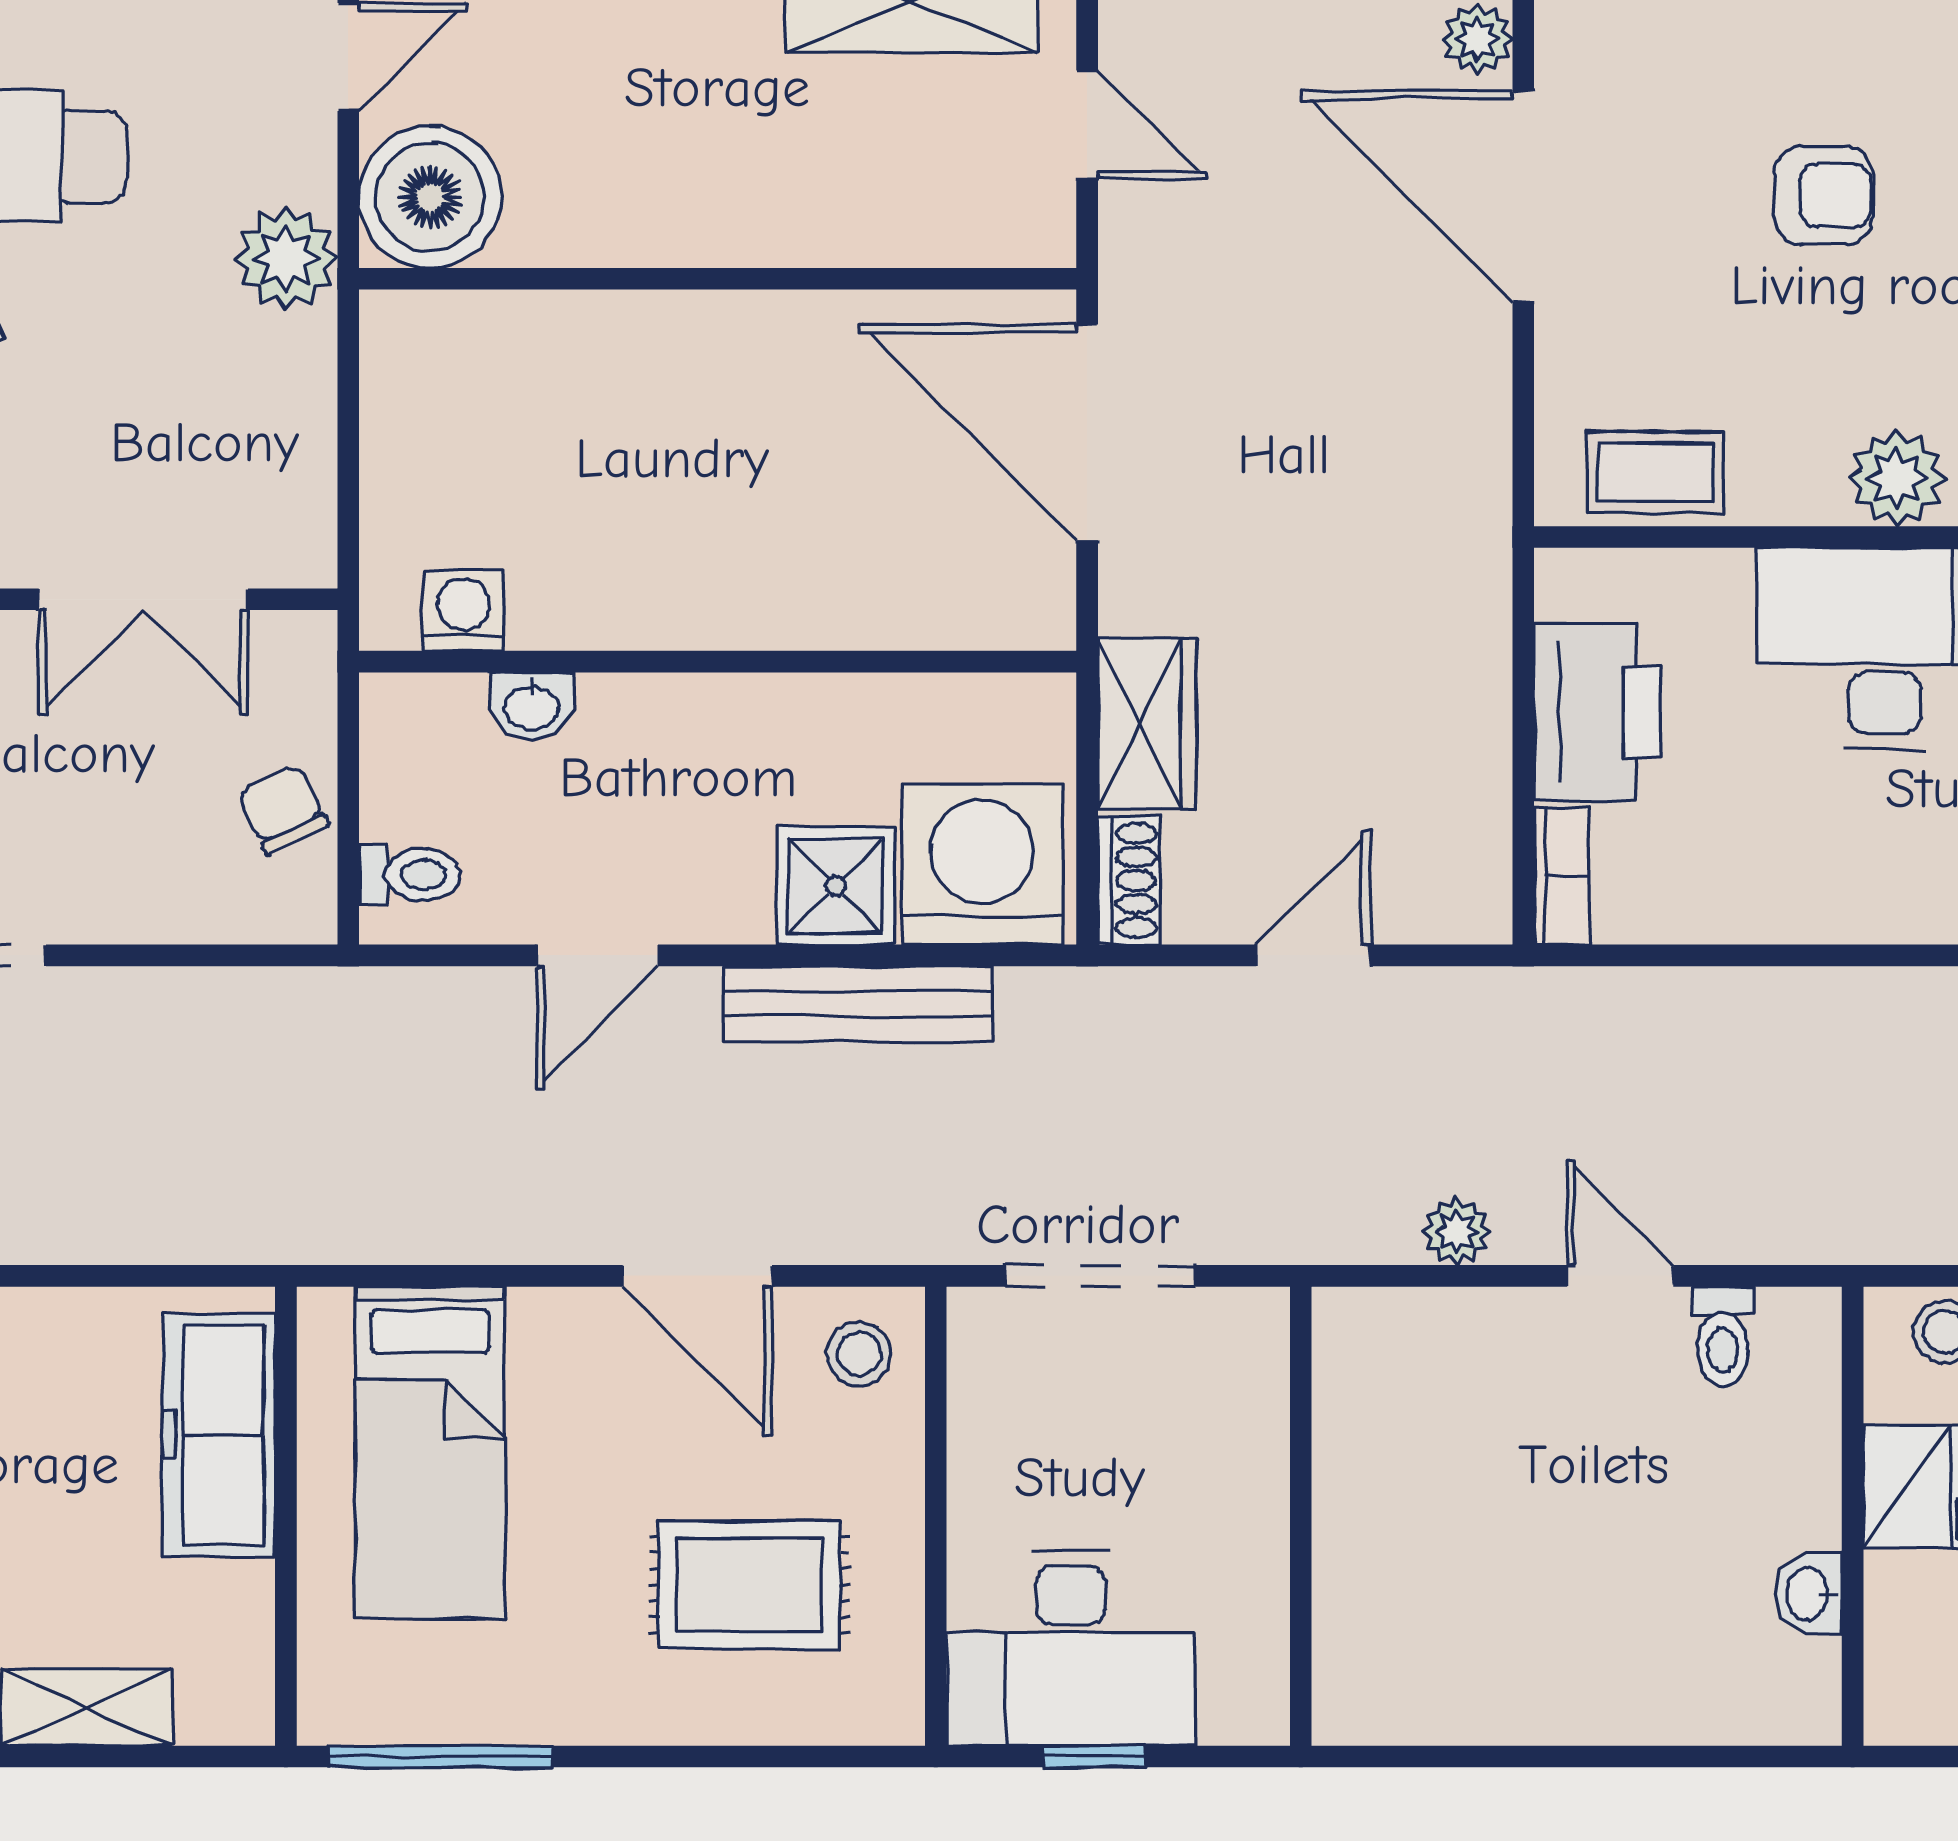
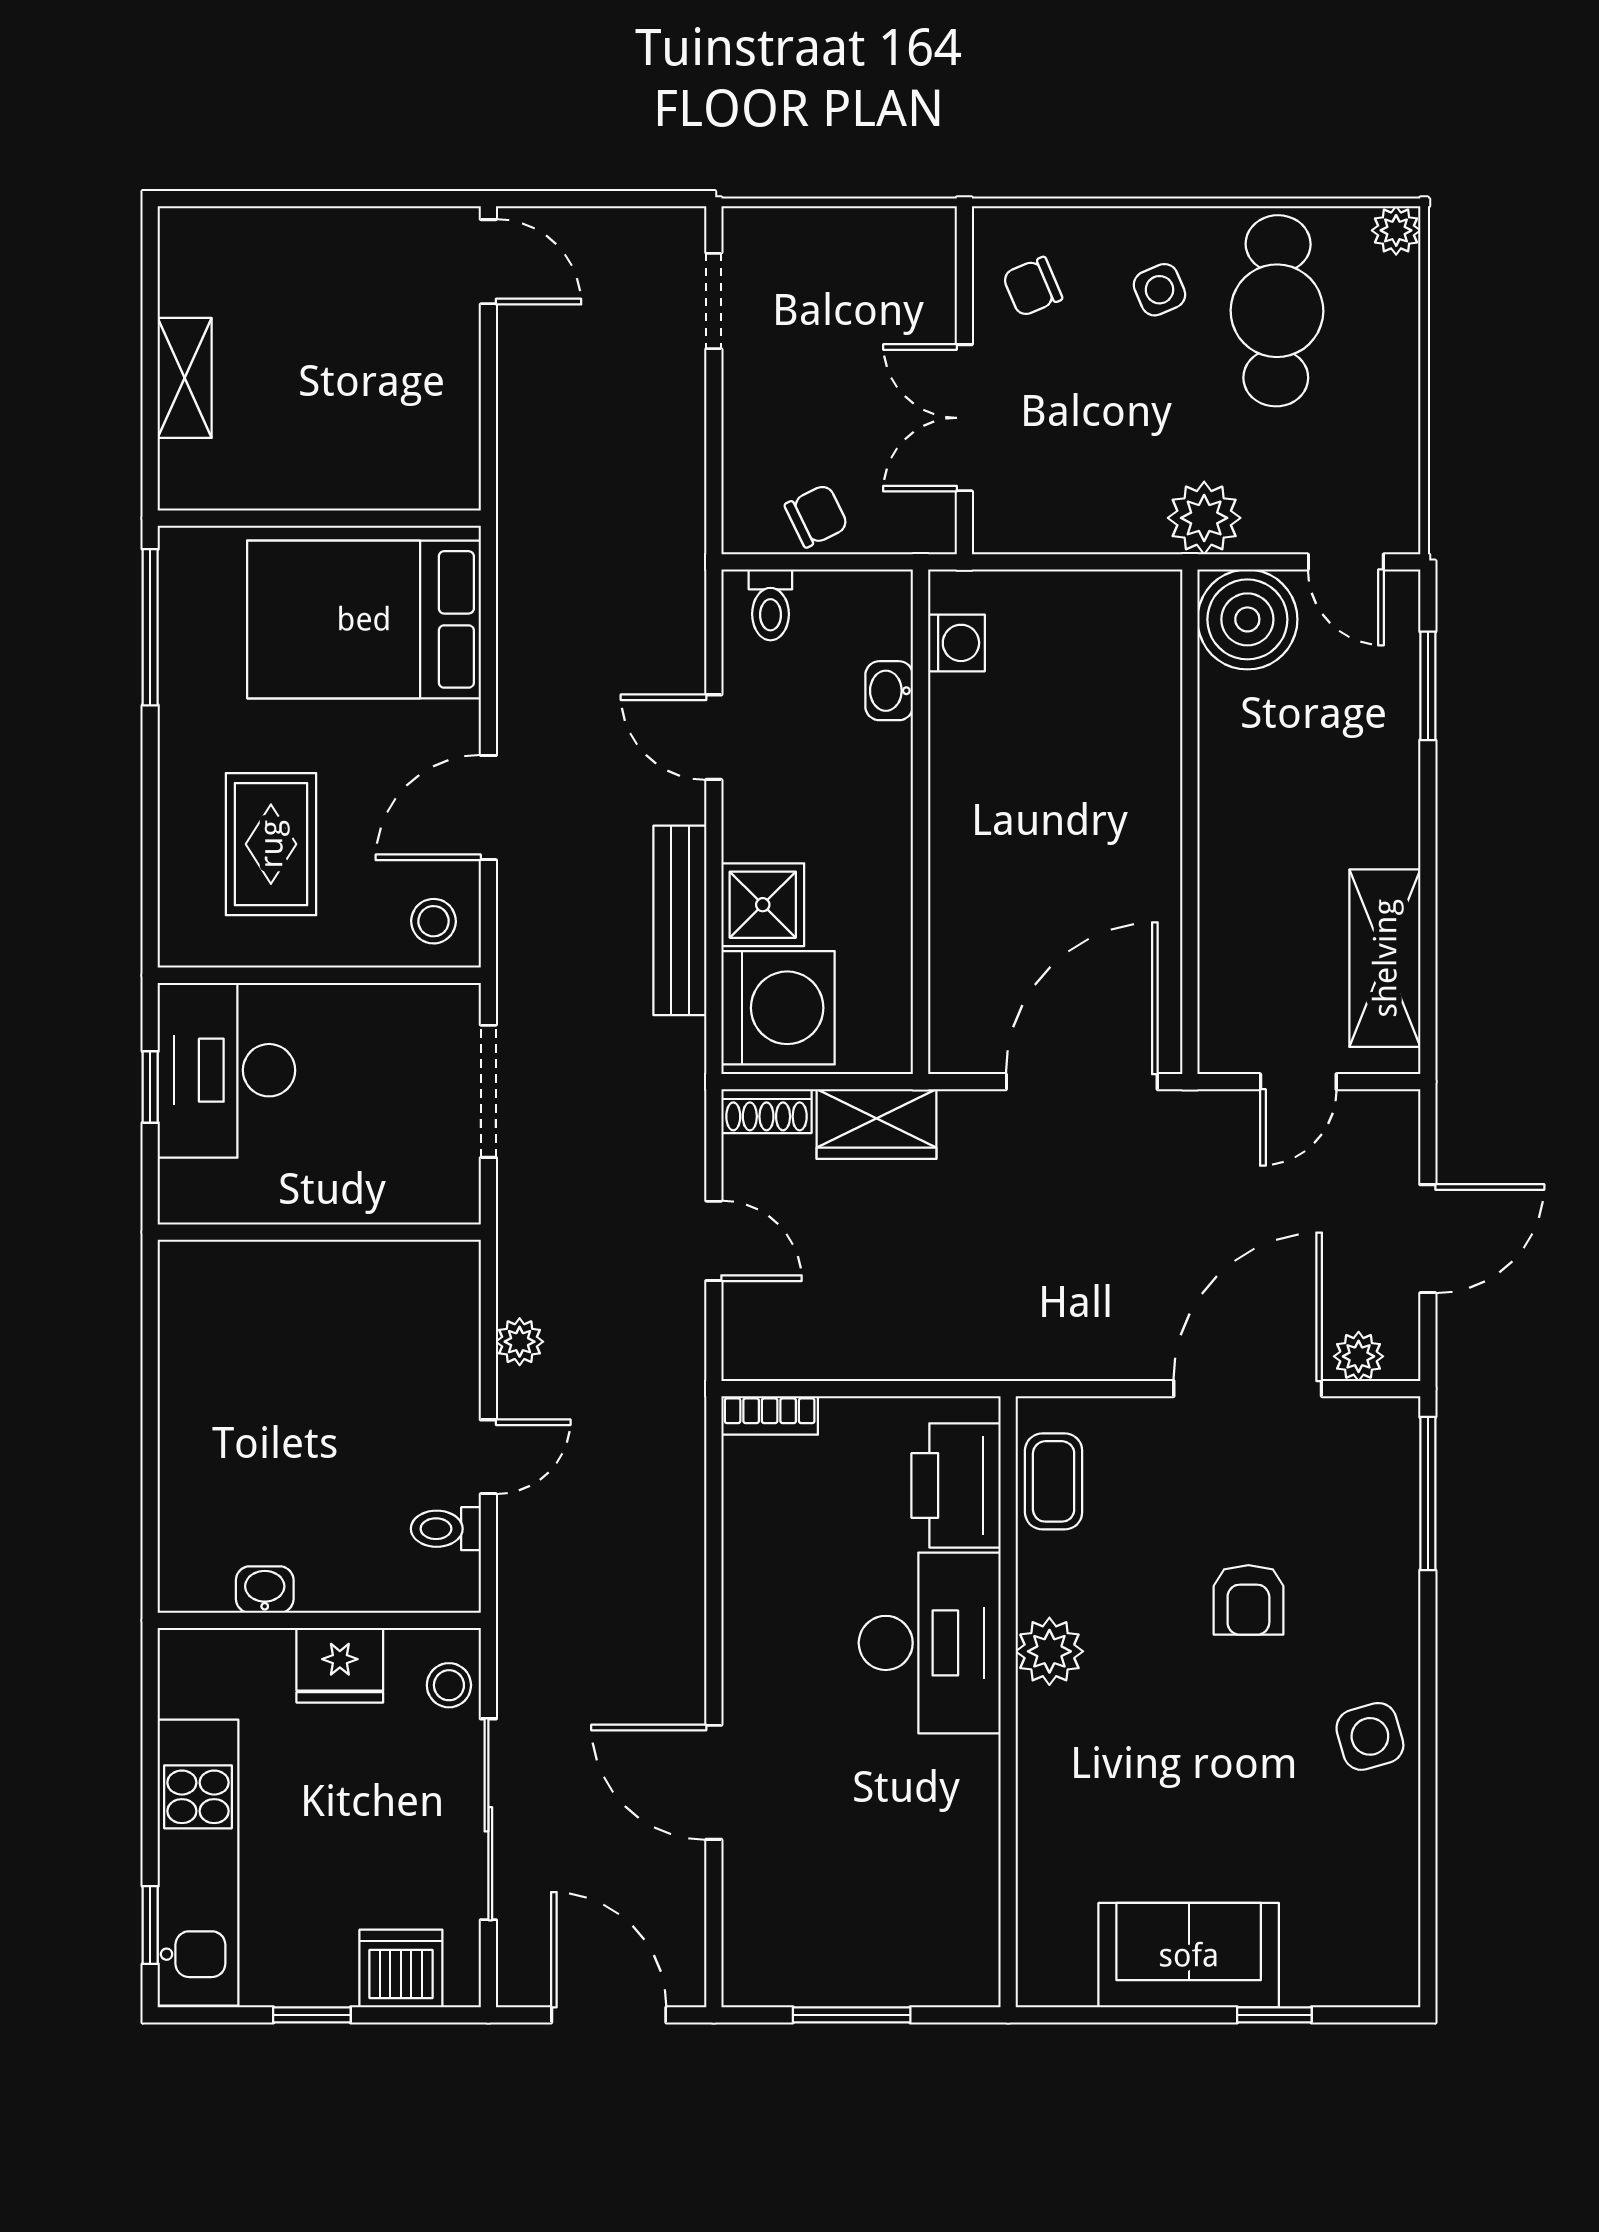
printer: (1597, 712) -> (956, 1485), moved, turned 90
freezer: (219, 1435) -> (376, 471), removed
bed: (430, 1453) -> (364, 619), width x1.50

